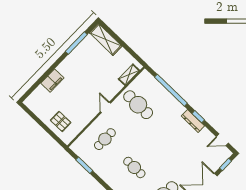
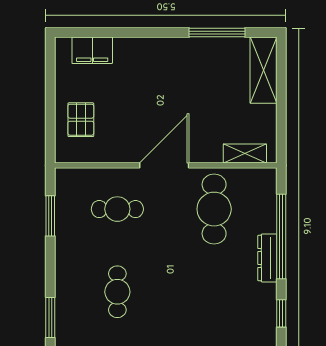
filing cabinet: (52, 81) -> (92, 50), moved
door: (105, 107) -> (164, 165), width x1.87
dresser: (193, 121) -> (267, 258), moved

